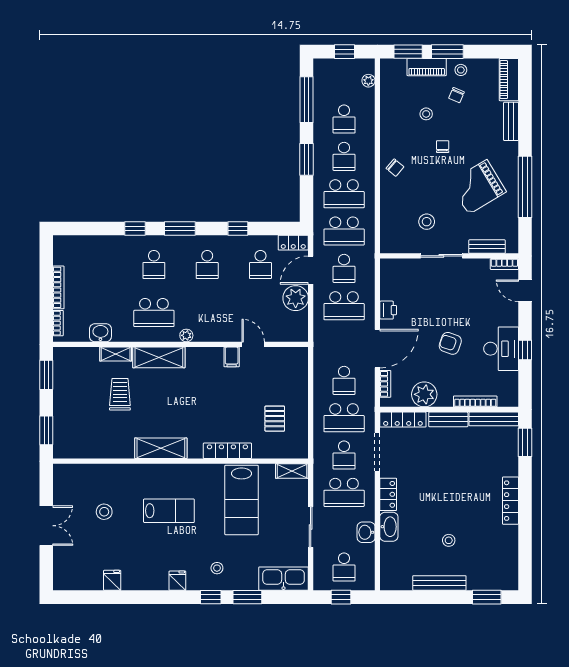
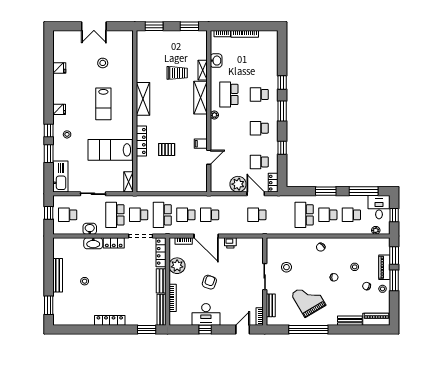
desk: (332, 76) -> (379, 207), added
school desk: (344, 231) -> (280, 215), removed
school desk: (344, 306) -> (210, 215), moved, width x0.54
pallet: (275, 419) -> (167, 150), moved

